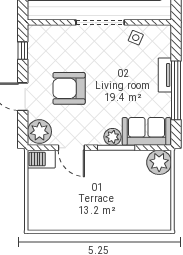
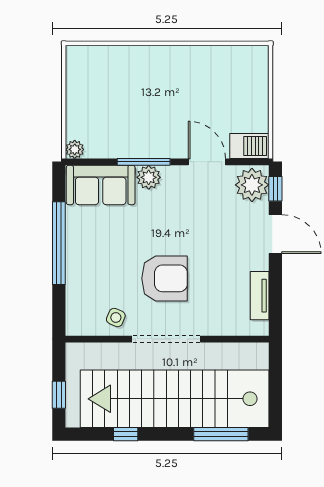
window: (23, 51) -> (275, 189), moved
tv unit: (165, 75) -> (260, 296), moved, turned 180
armchair: (69, 88) -> (165, 278), moved
plant: (159, 162) -> (75, 149), width x0.53, depth x0.53

